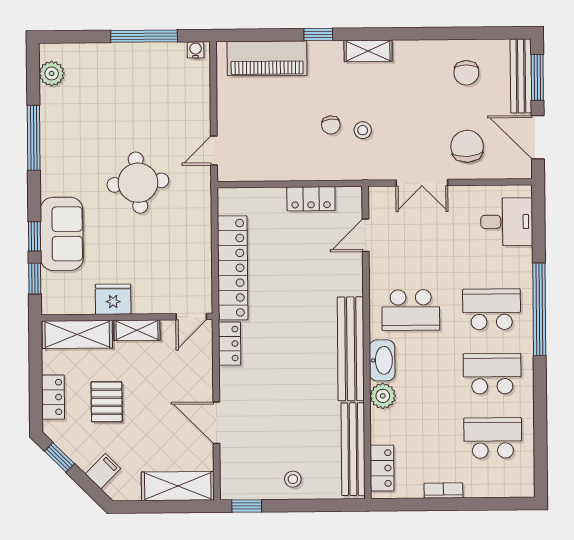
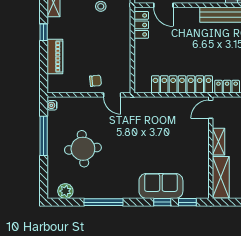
piano: (267, 58) -> (55, 57), width x0.73, depth x0.75
chair: (331, 125) -> (95, 81), moved
round table: (138, 183) -> (83, 149), moved
locker: (311, 199) -> (141, 25), moved
fridge: (113, 299) -> (200, 156), removed
door: (191, 317) -> (211, 109), swing flipped

